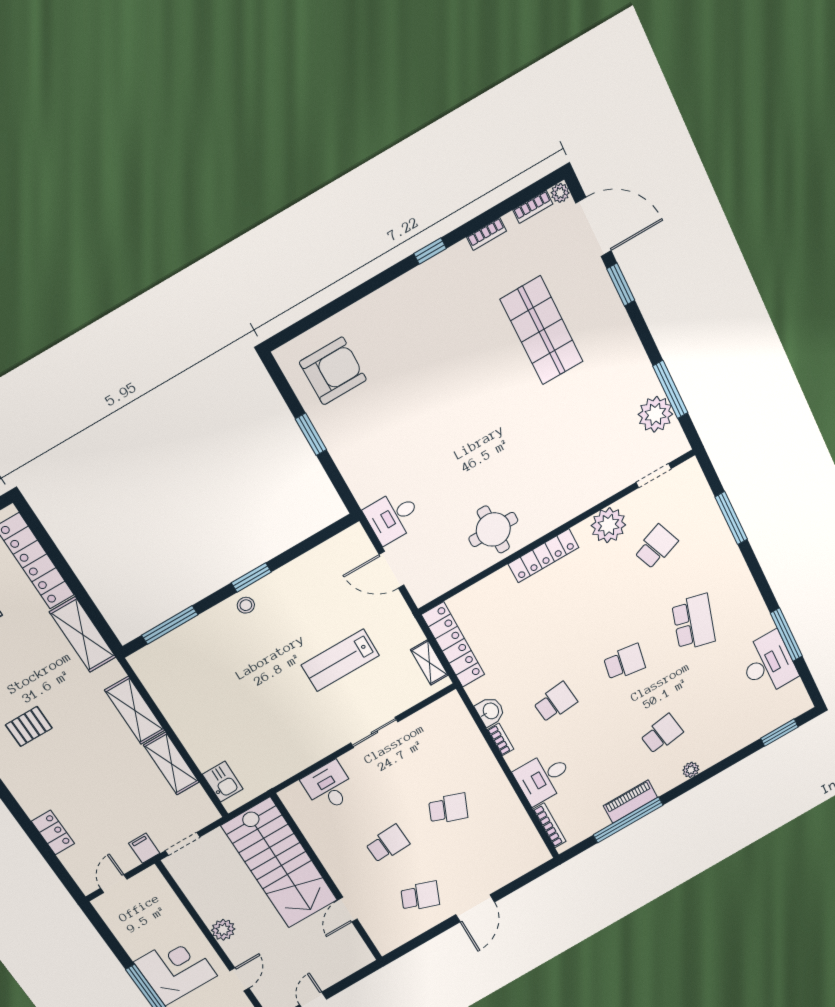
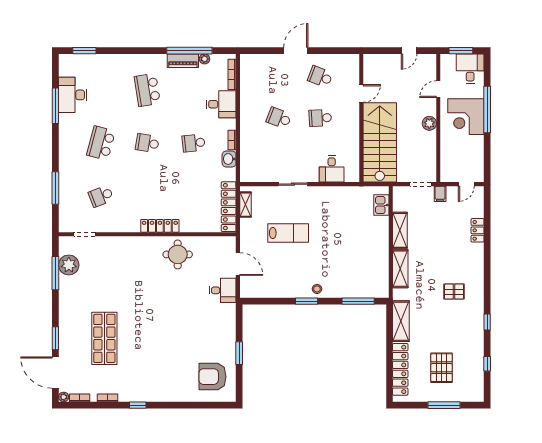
plant: (608, 525) -> (120, 222), removed
school desk: (662, 734) -> (147, 90), width x1.85
plant: (691, 770) -> (205, 59), moved

